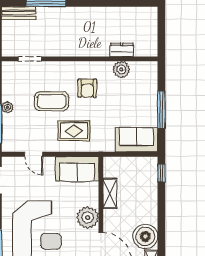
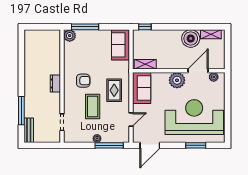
dresser: (122, 50) -> (55, 83), moved
plant: (121, 69) -> (70, 36), moved
window: (161, 110) -> (85, 27), moved
shelving: (110, 193) -> (145, 64), moved

